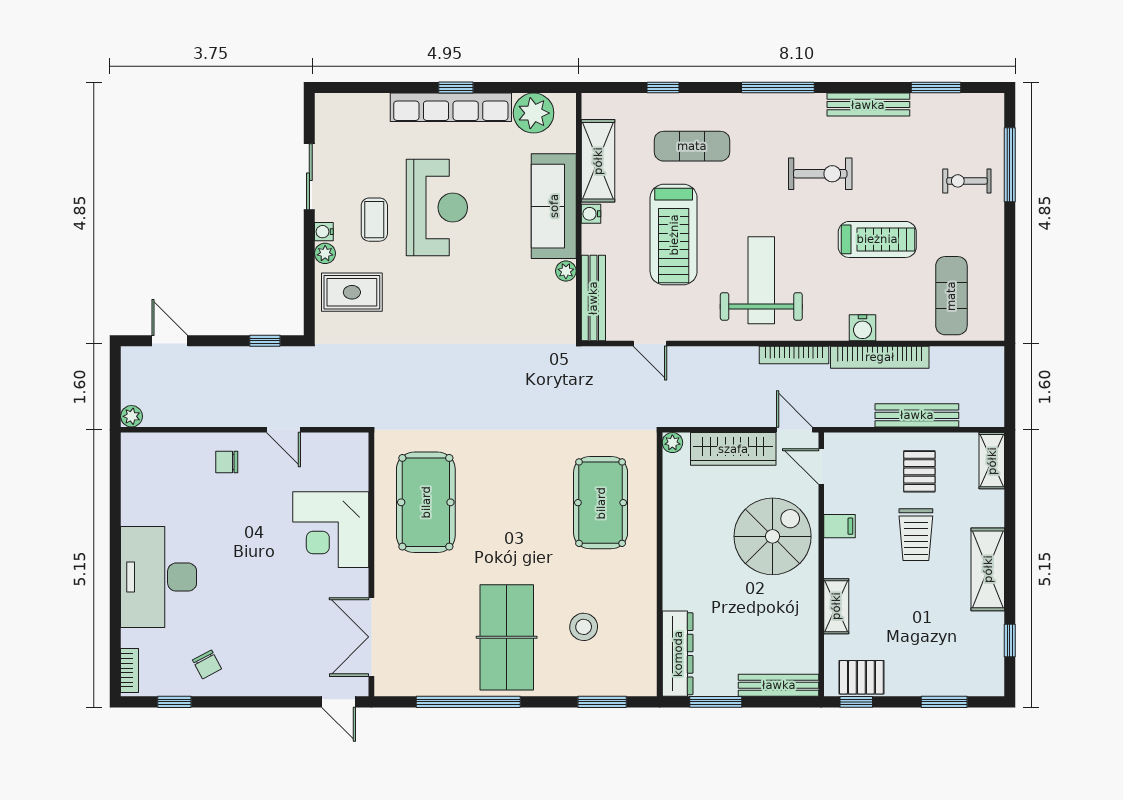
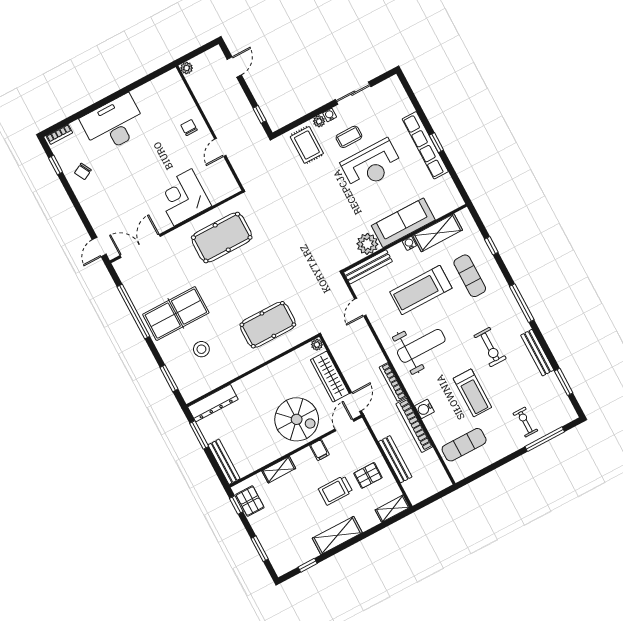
plant: (534, 113) -> (444, 188), removed
plant: (566, 271) -> (367, 244), width x1.88, depth x1.88

